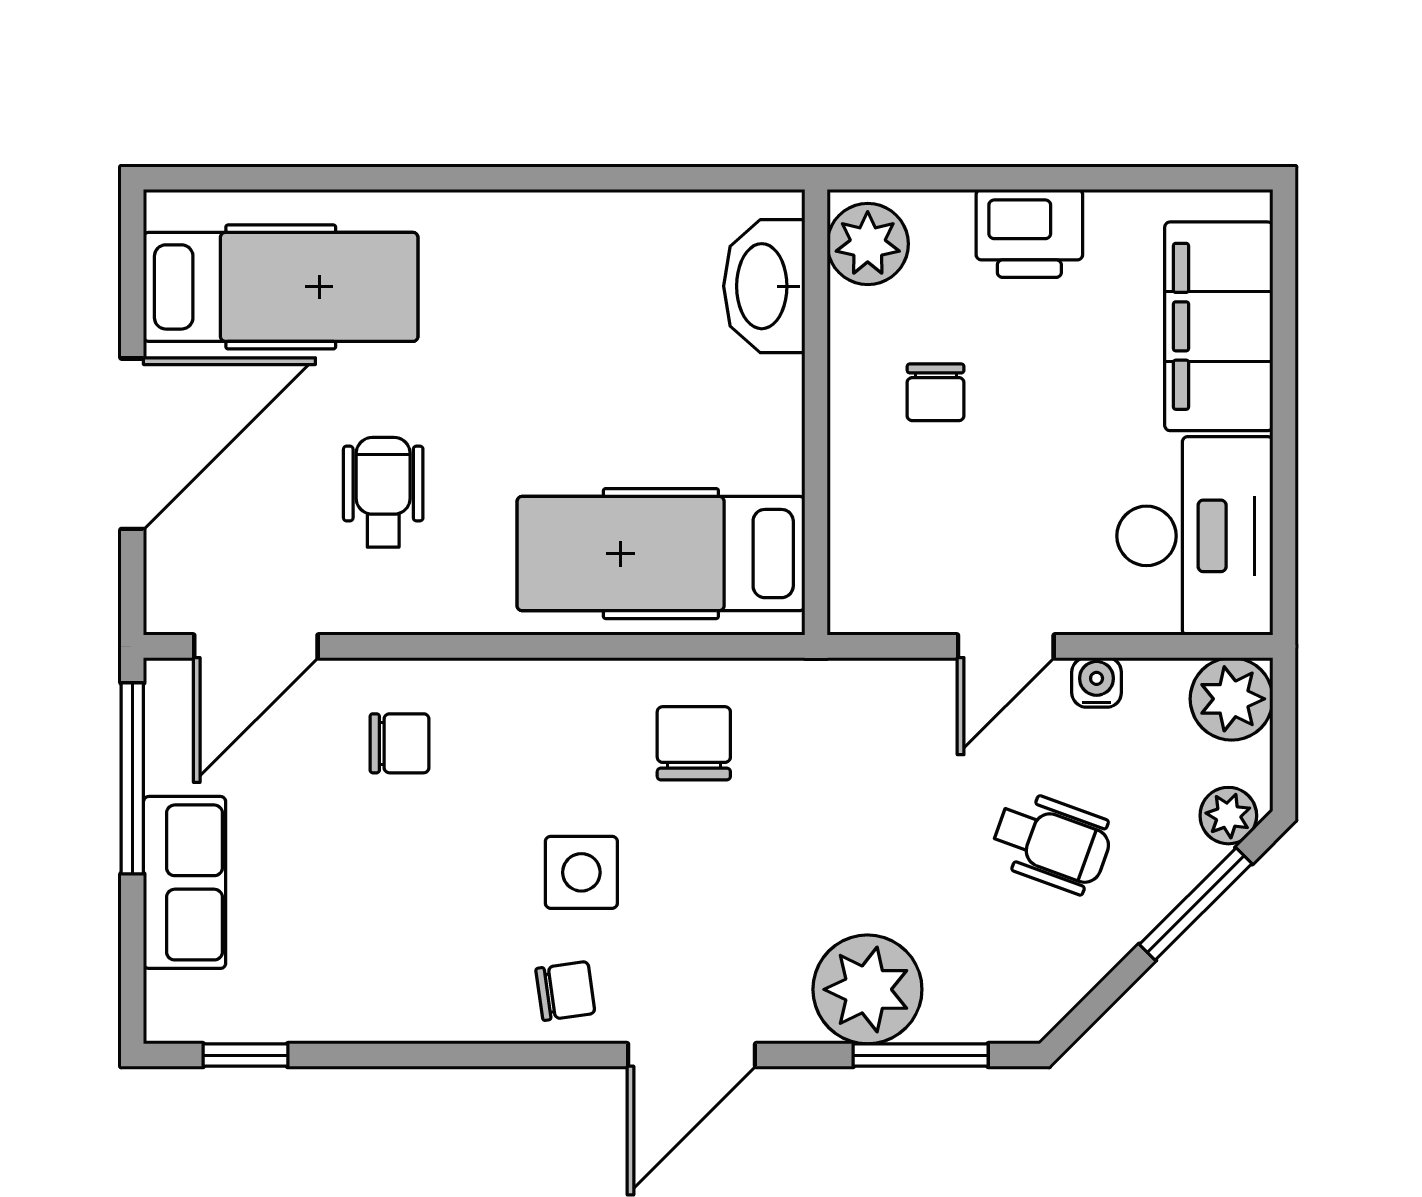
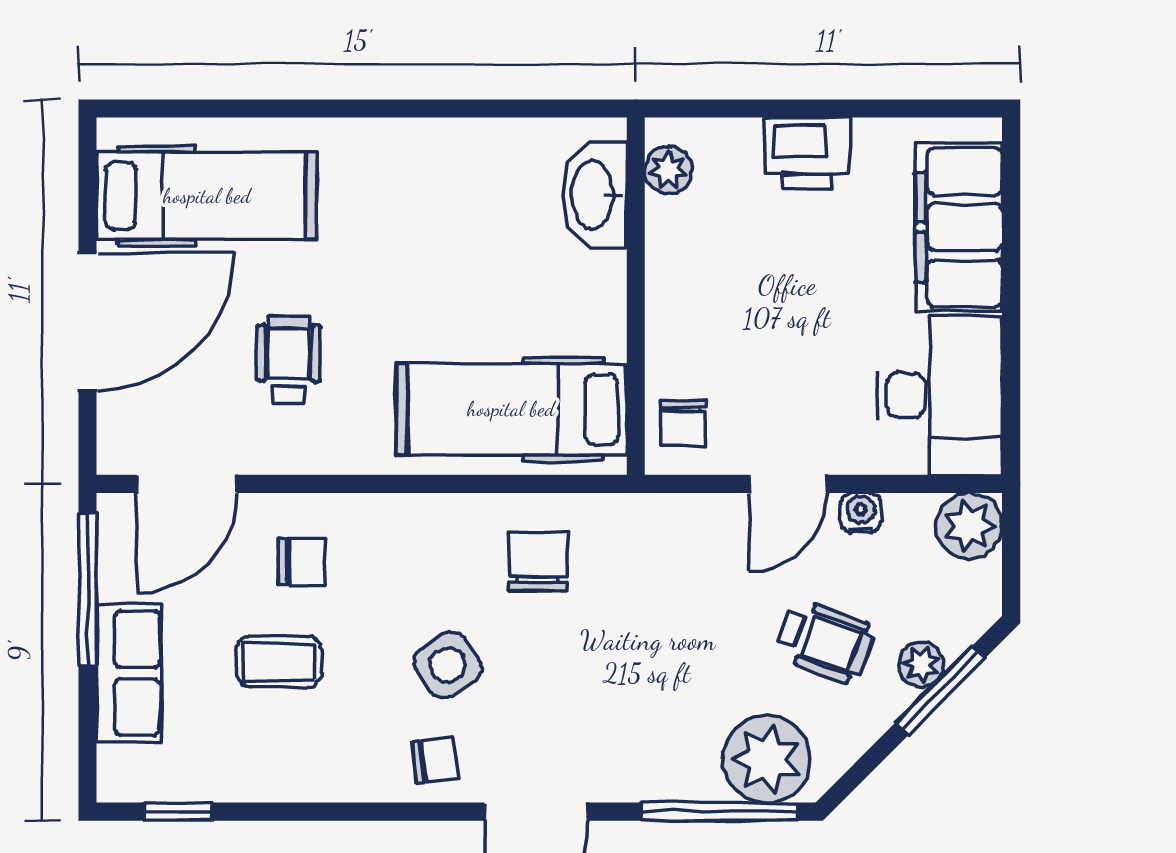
plant: (868, 244) -> (668, 170), width x0.73, depth x0.73
chair: (936, 392) -> (683, 423), moved
plant: (1228, 816) -> (921, 665), moved
coffee table: (371, 868) -> (279, 662), added
side table: (581, 872) -> (448, 665), turned -34
plant: (867, 989) -> (766, 759), moved
window: (921, 1055) -> (720, 812), width x1.44

